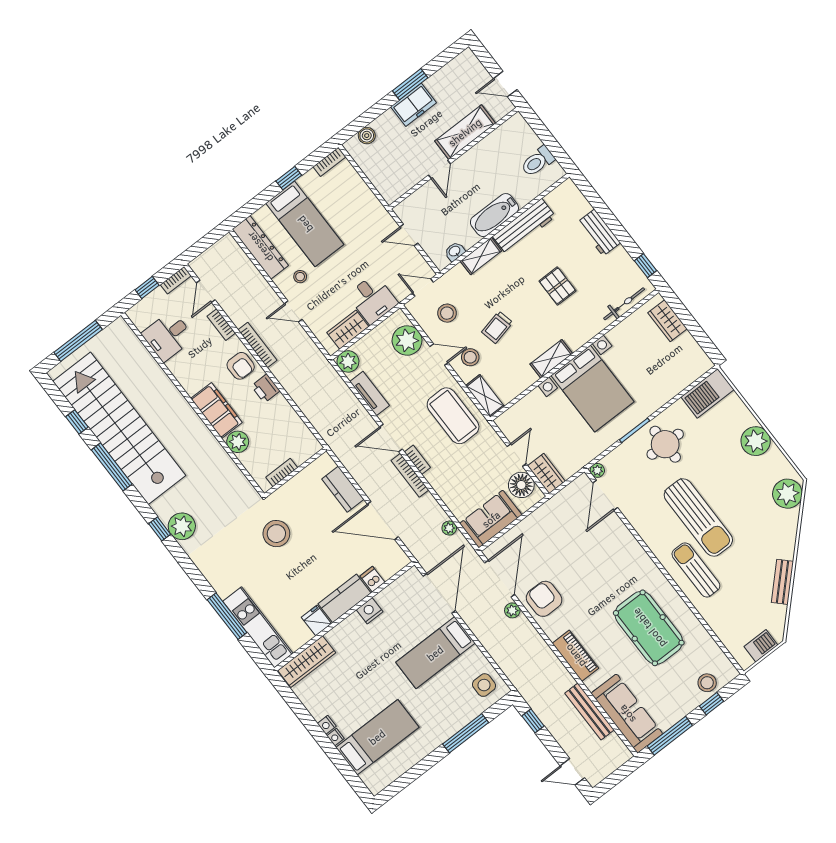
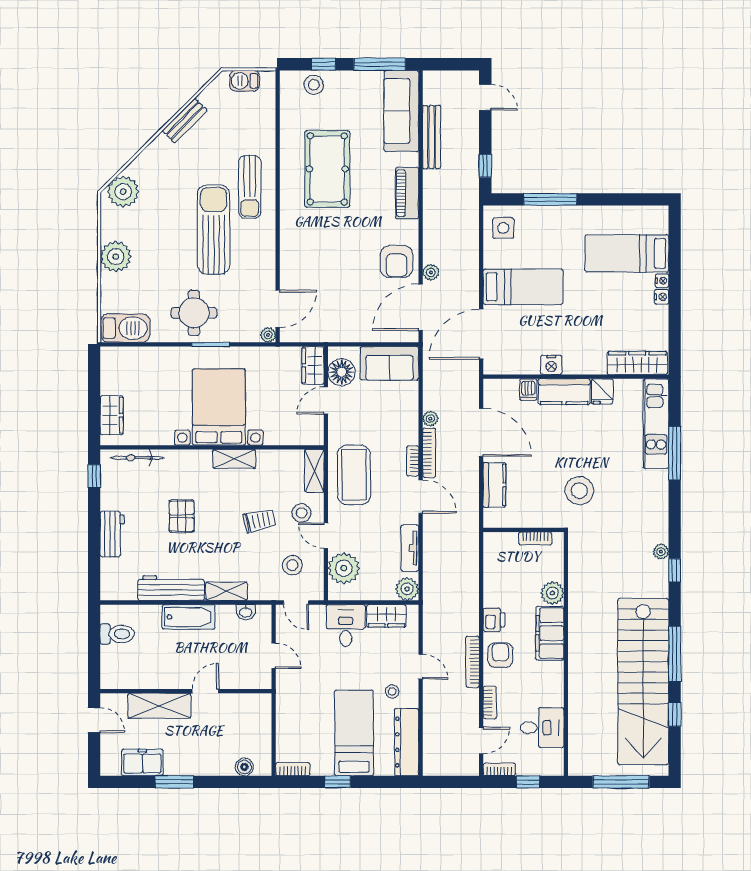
freezer: (413, 105) -> (142, 762), moved
plant: (182, 526) -> (661, 552), width x0.53, depth x0.53
plant: (449, 528) -> (430, 419), moved

